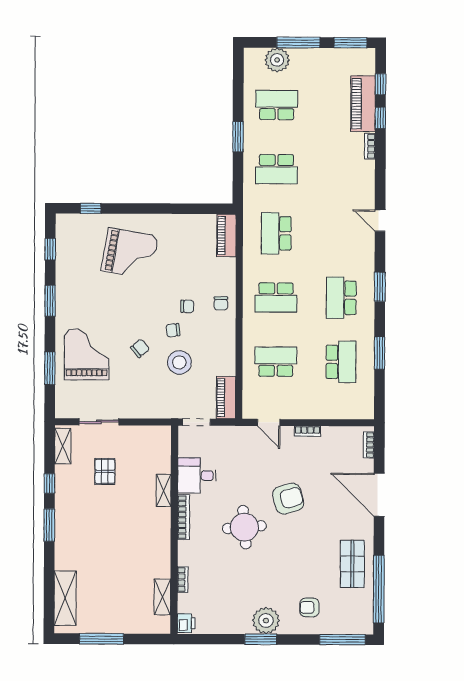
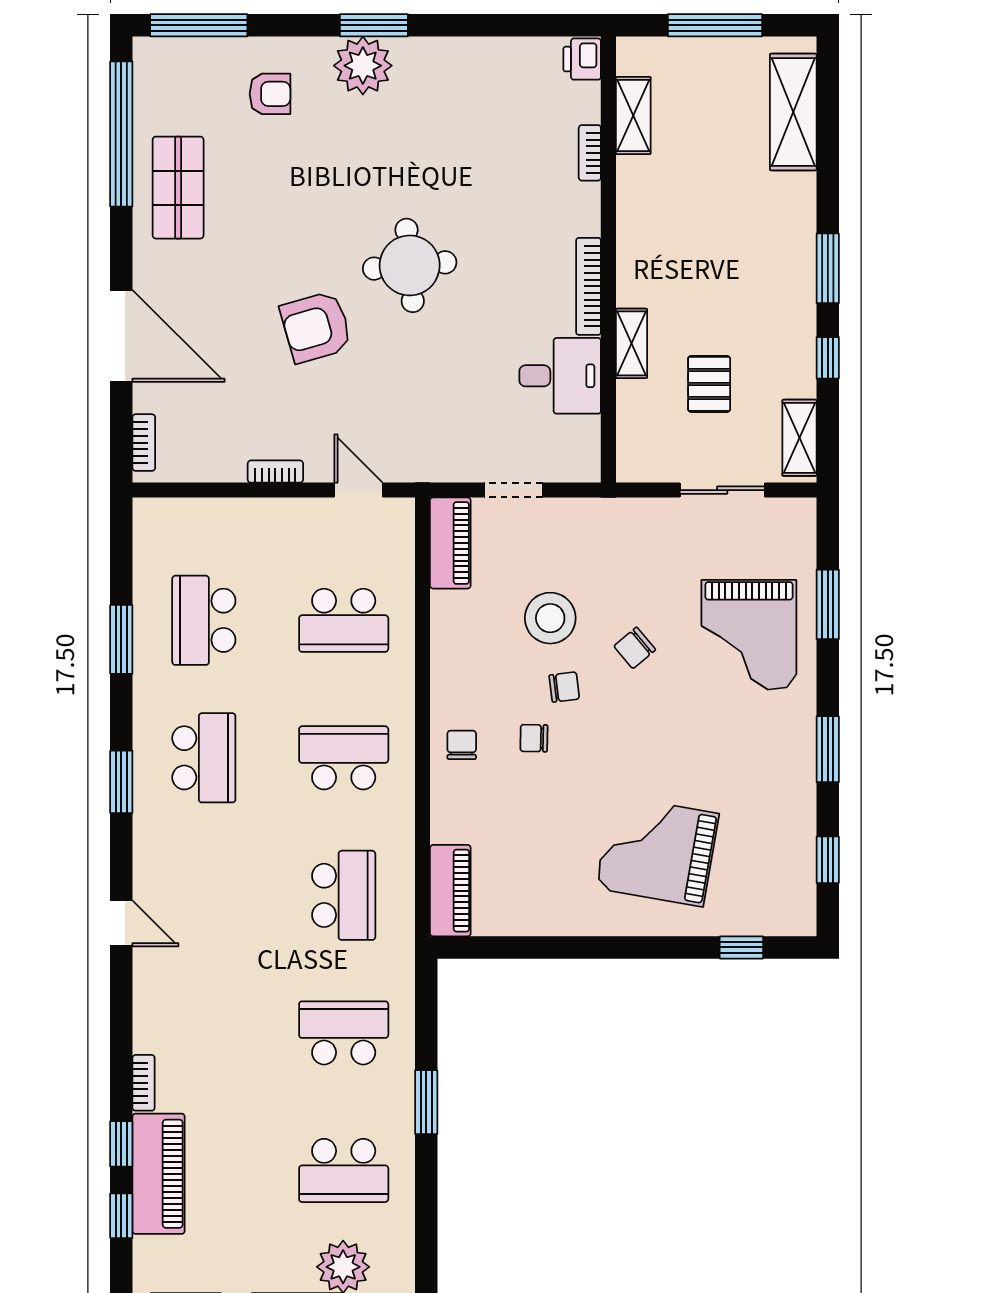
desk: (197, 475) -> (560, 376), moved
shelving: (164, 490) -> (631, 343), moved
bookcase: (184, 517) -> (589, 286), moved
wall: (174, 530) -> (608, 260), moved
bookcase: (183, 580) -> (590, 153), moved
shelving: (162, 597) -> (633, 115), moved
printer: (186, 623) -> (582, 59), moved

